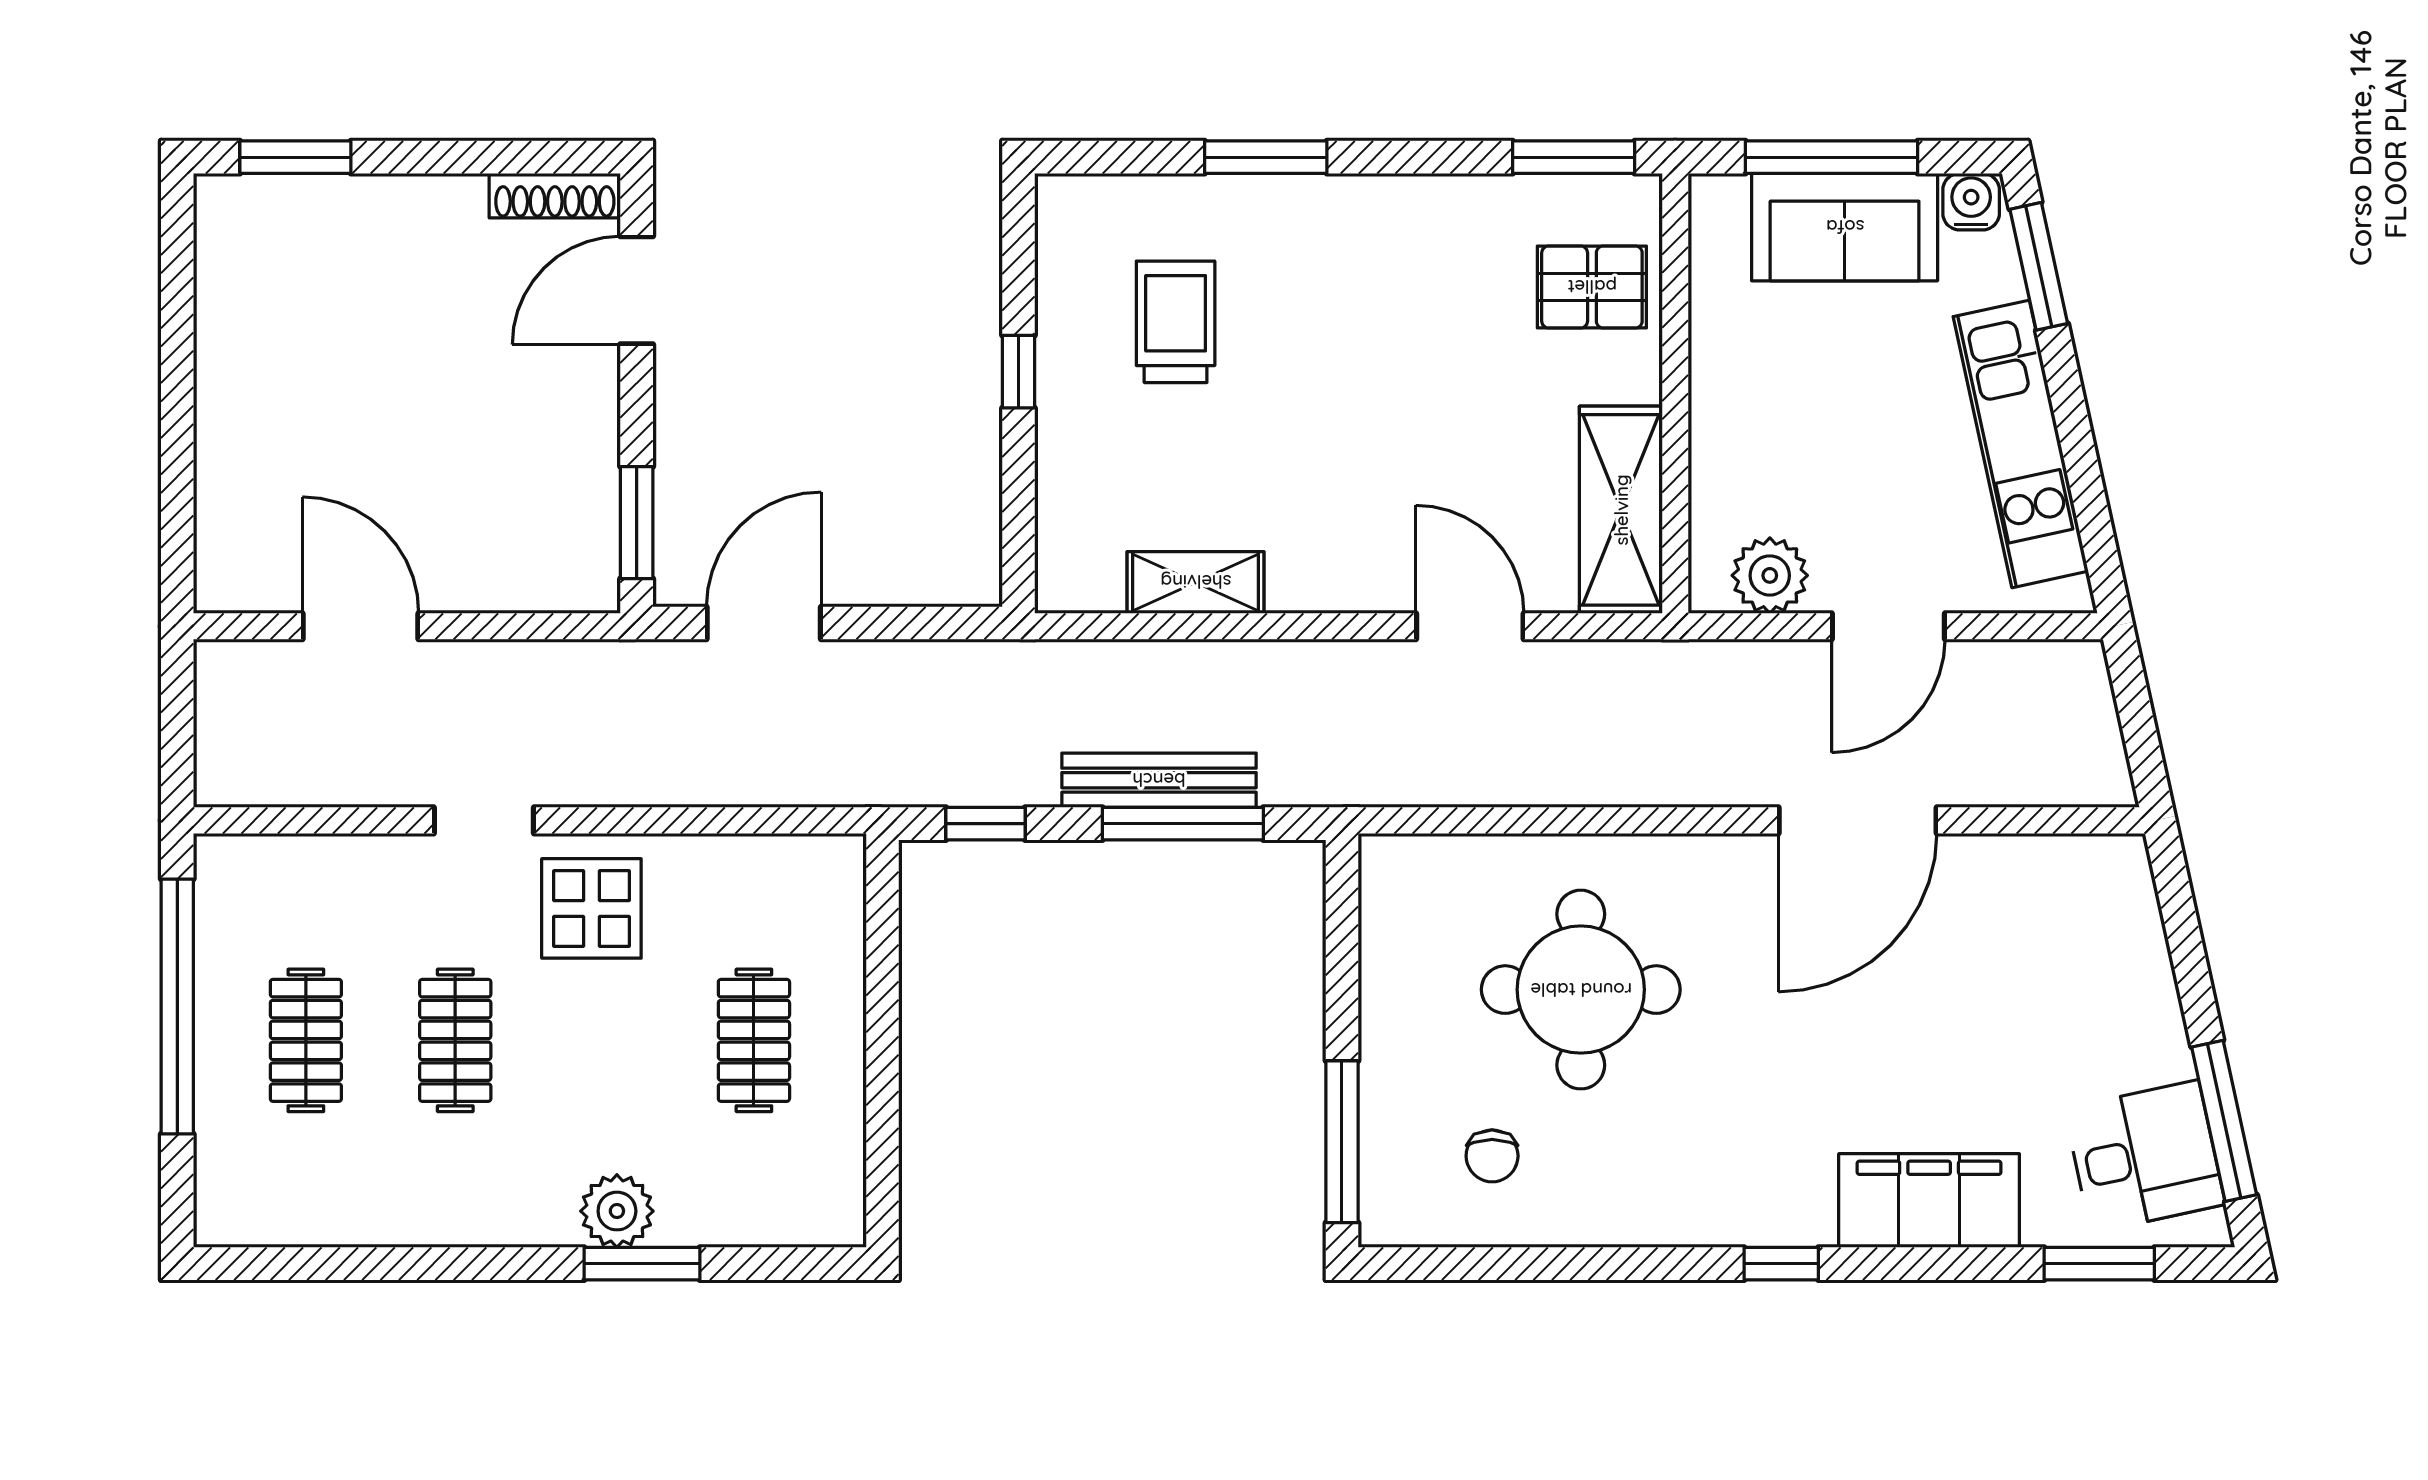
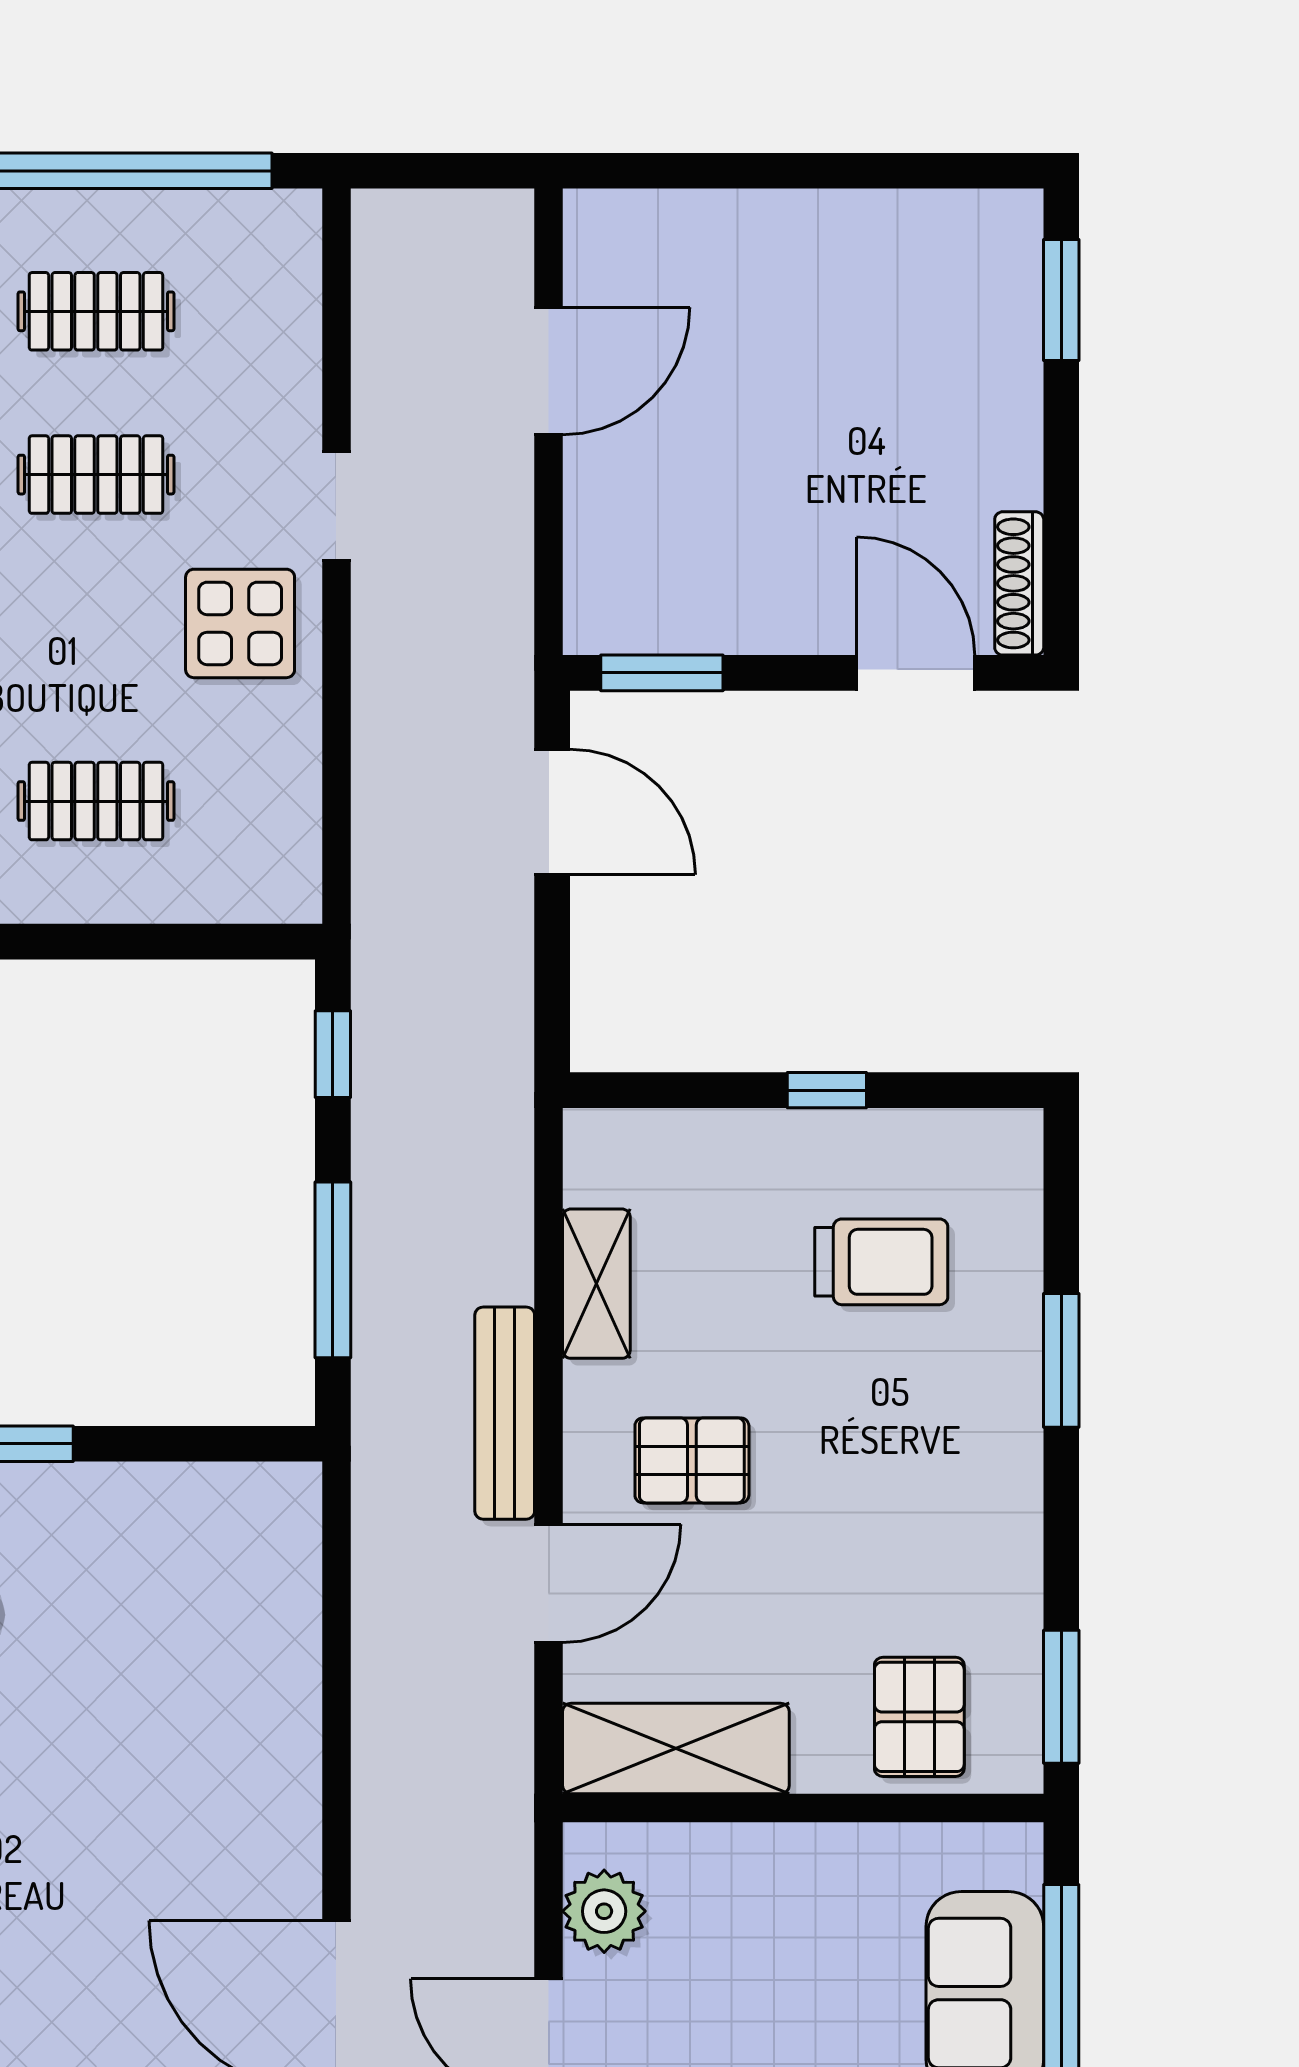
pallet: (1357, 495) -> (692, 1460), added
bench: (1159, 780) -> (505, 1413), moved
round table: (1581, 990) -> (151, 1705), removed

